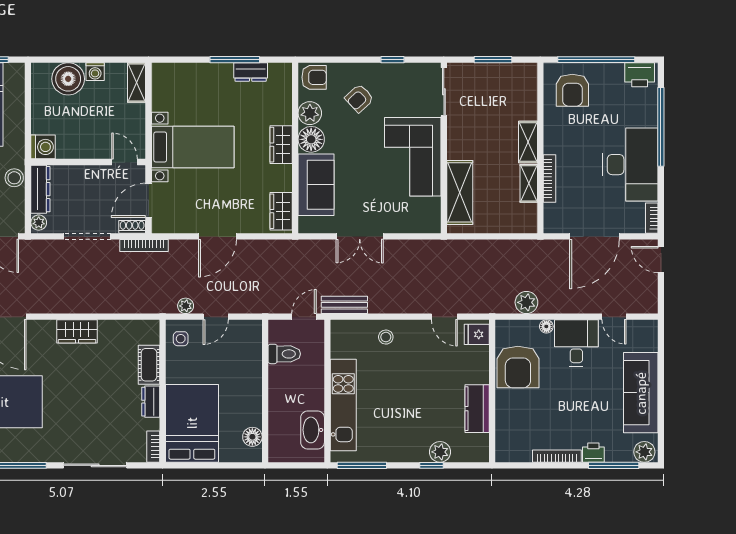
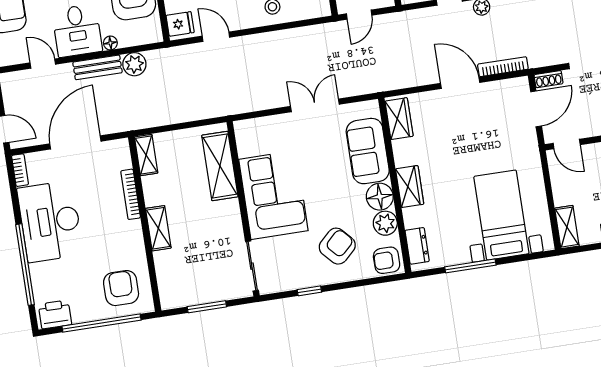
dresser: (251, 72) -> (417, 246), moved, turned 90
armchair: (359, 98) -> (337, 246), width x1.38, depth x1.38
bed with nightstands: (193, 147) -> (501, 215), moved, turned 90
shelving: (529, 183) -> (146, 155), moved
door: (217, 236) -> (460, 83), hinge flipped
bookcase: (144, 246) -> (503, 67), moved
bench: (344, 305) -> (97, 67), moved

